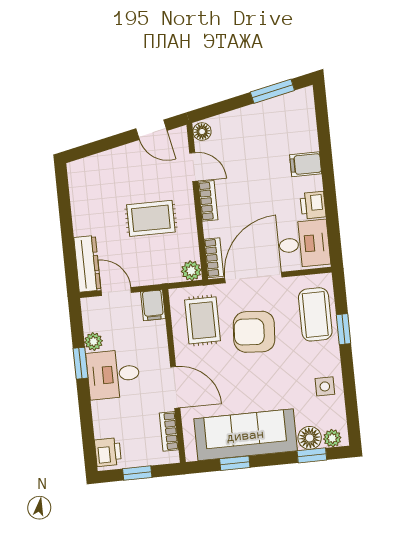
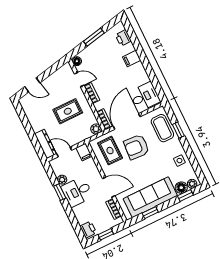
window: (272, 91) -> (94, 37), moved
door: (151, 130) -> (32, 85), moved
printer: (313, 205) -> (123, 38), moved

